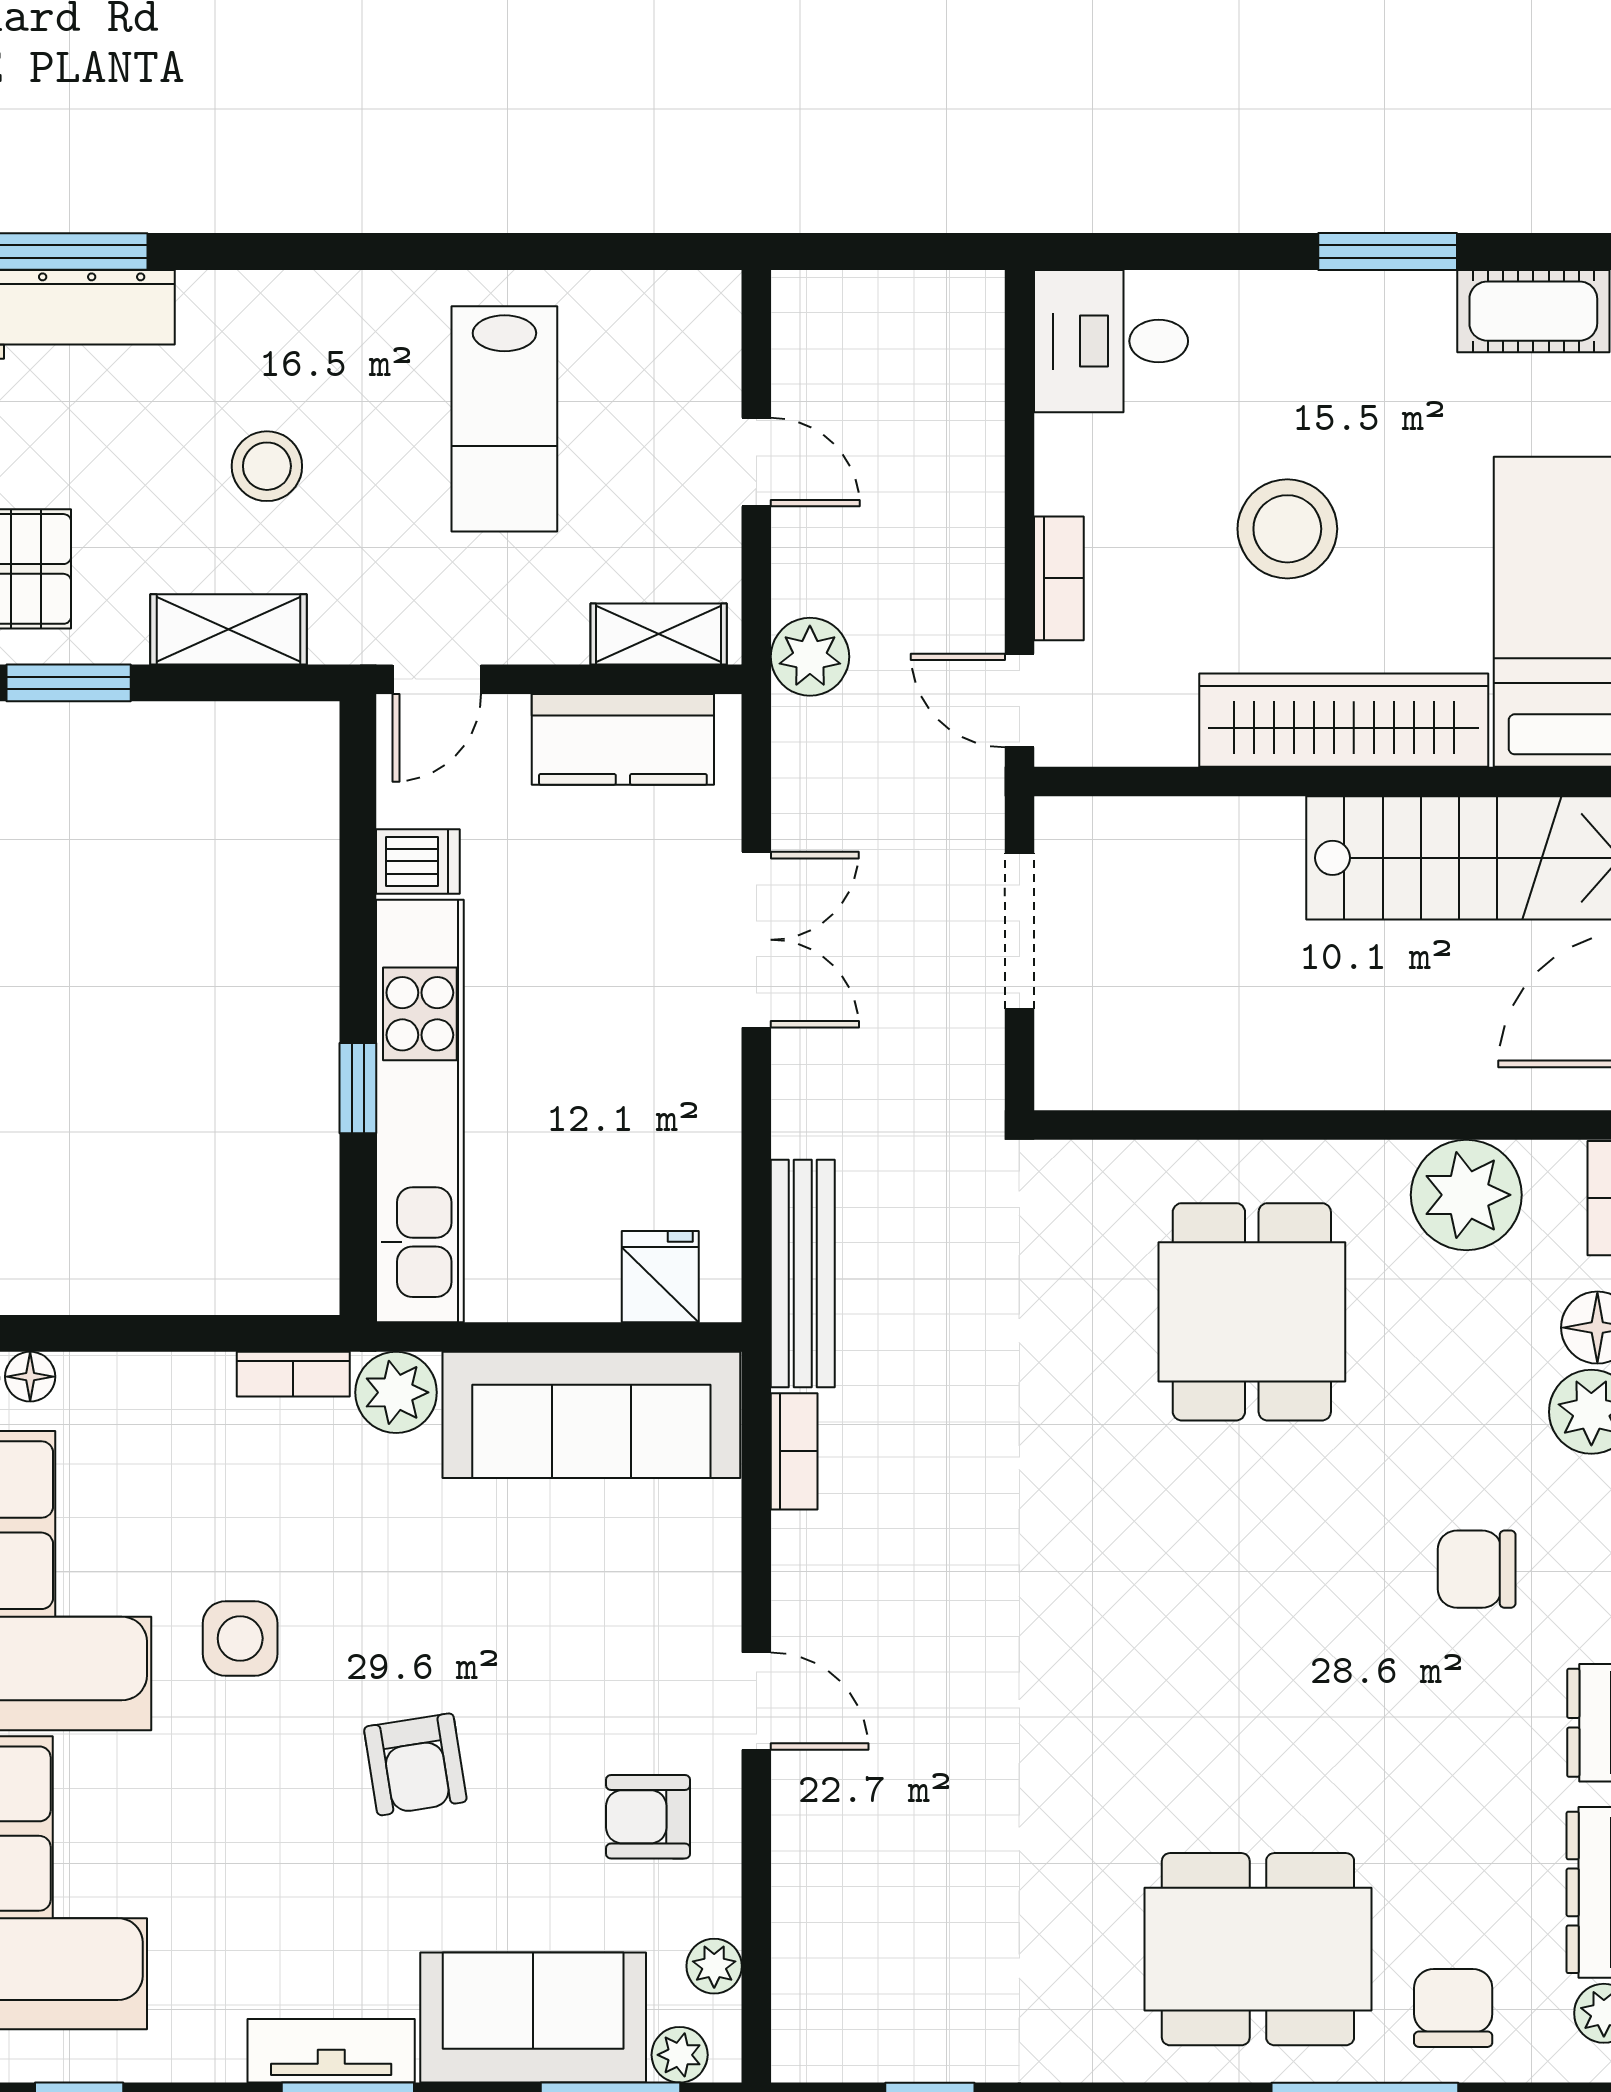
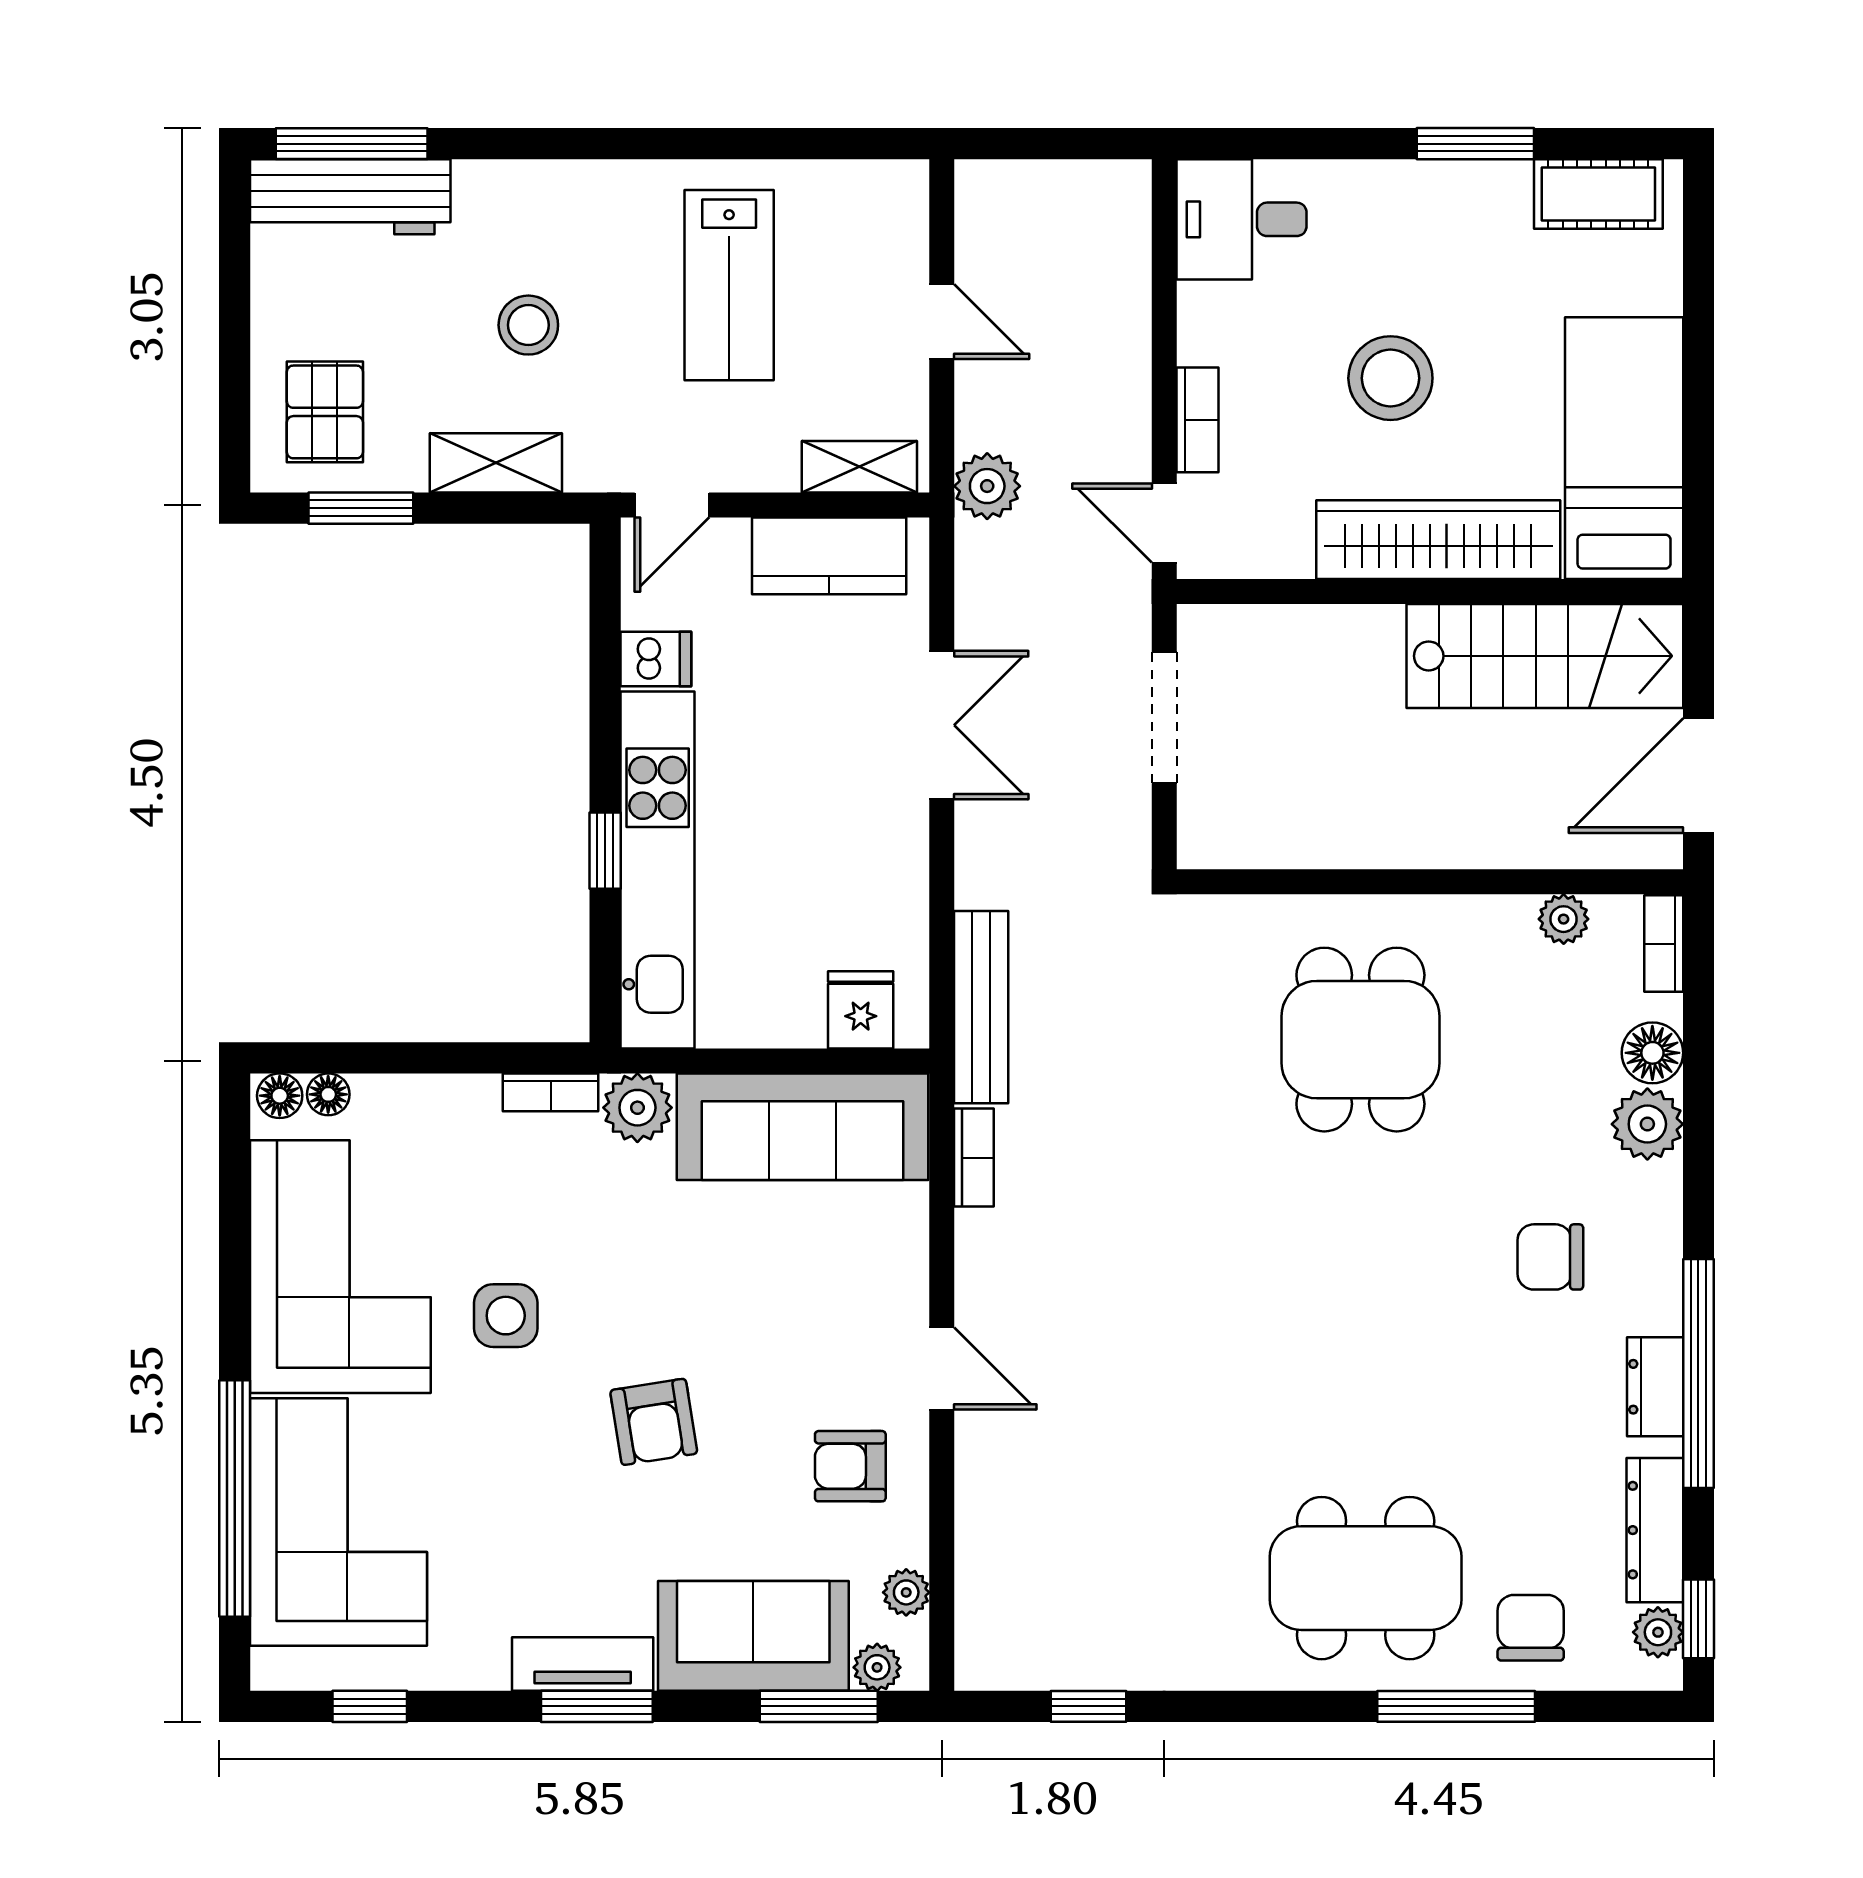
plant: (1466, 1195) -> (1564, 919), width x0.53, depth x0.53

